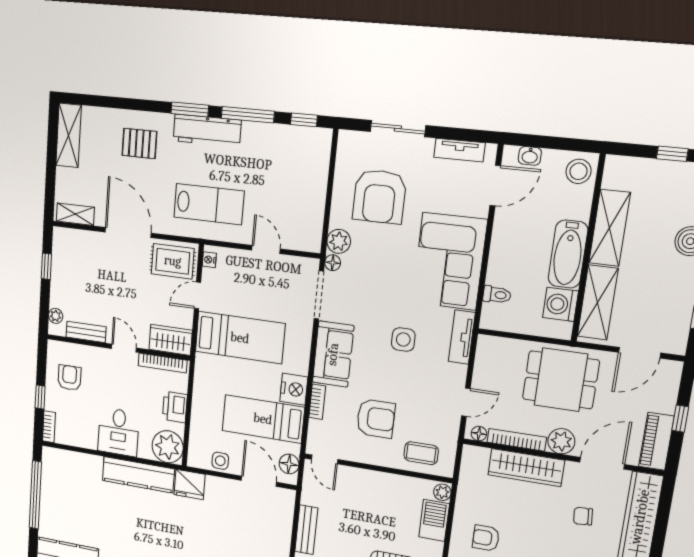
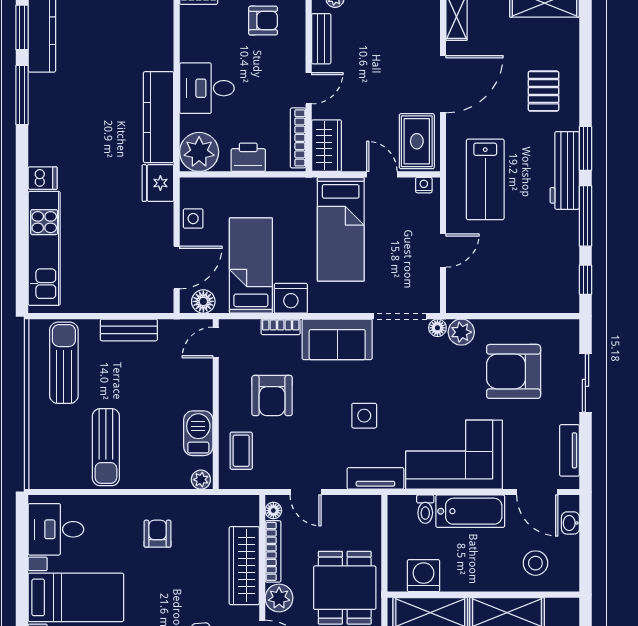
stool: (579, 171) -> (535, 563), moved
bathtub: (568, 254) -> (470, 511), moved, turned 180
barbecue: (434, 520) -> (198, 433), moved, turned -90

